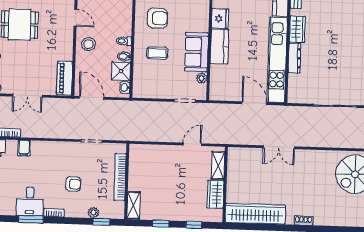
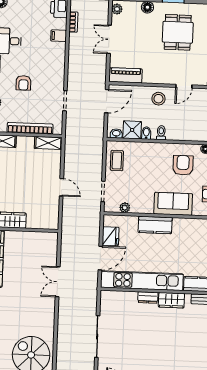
armchair: (157, 18) -> (183, 165), turned 180
fridge: (220, 19) -> (111, 236), moved, turned -90
sofa: (197, 52) -> (173, 204), moved
coffee table: (157, 53) -> (117, 161), moved
dresser: (295, 58) -> (148, 298), width x0.70
door: (192, 144) -> (61, 187), moved
shelving: (218, 166) -> (48, 143), moved

